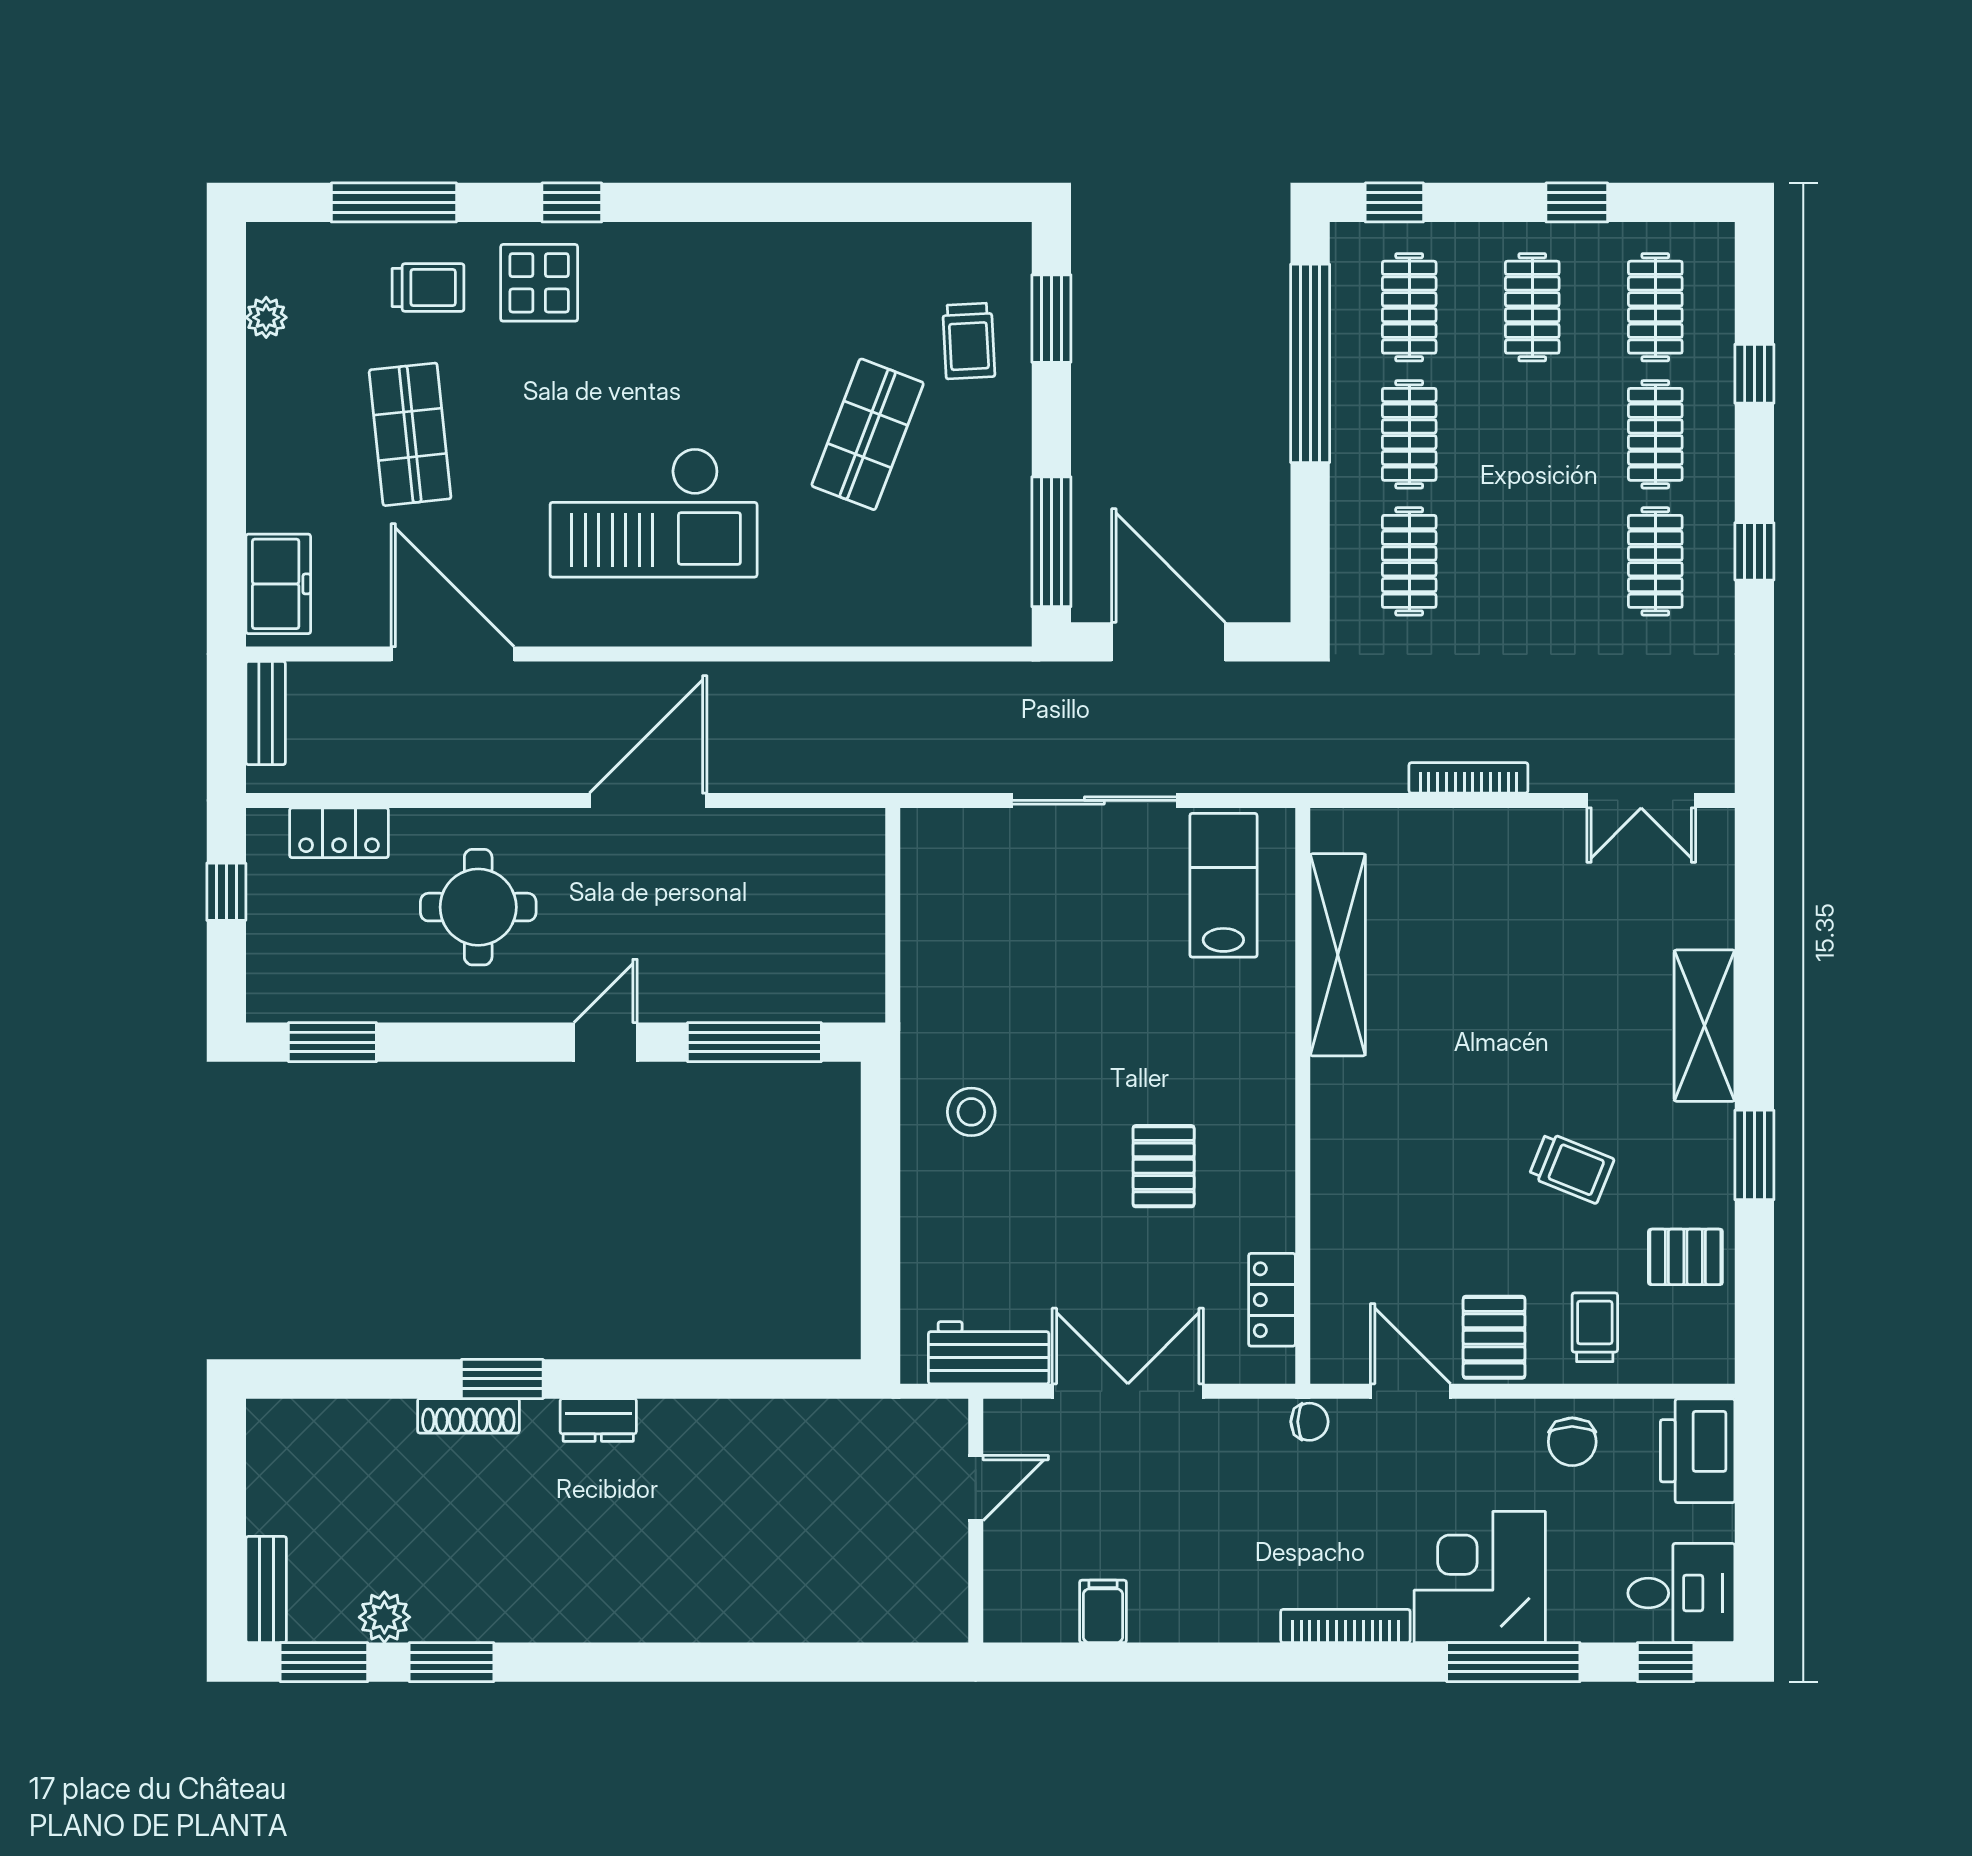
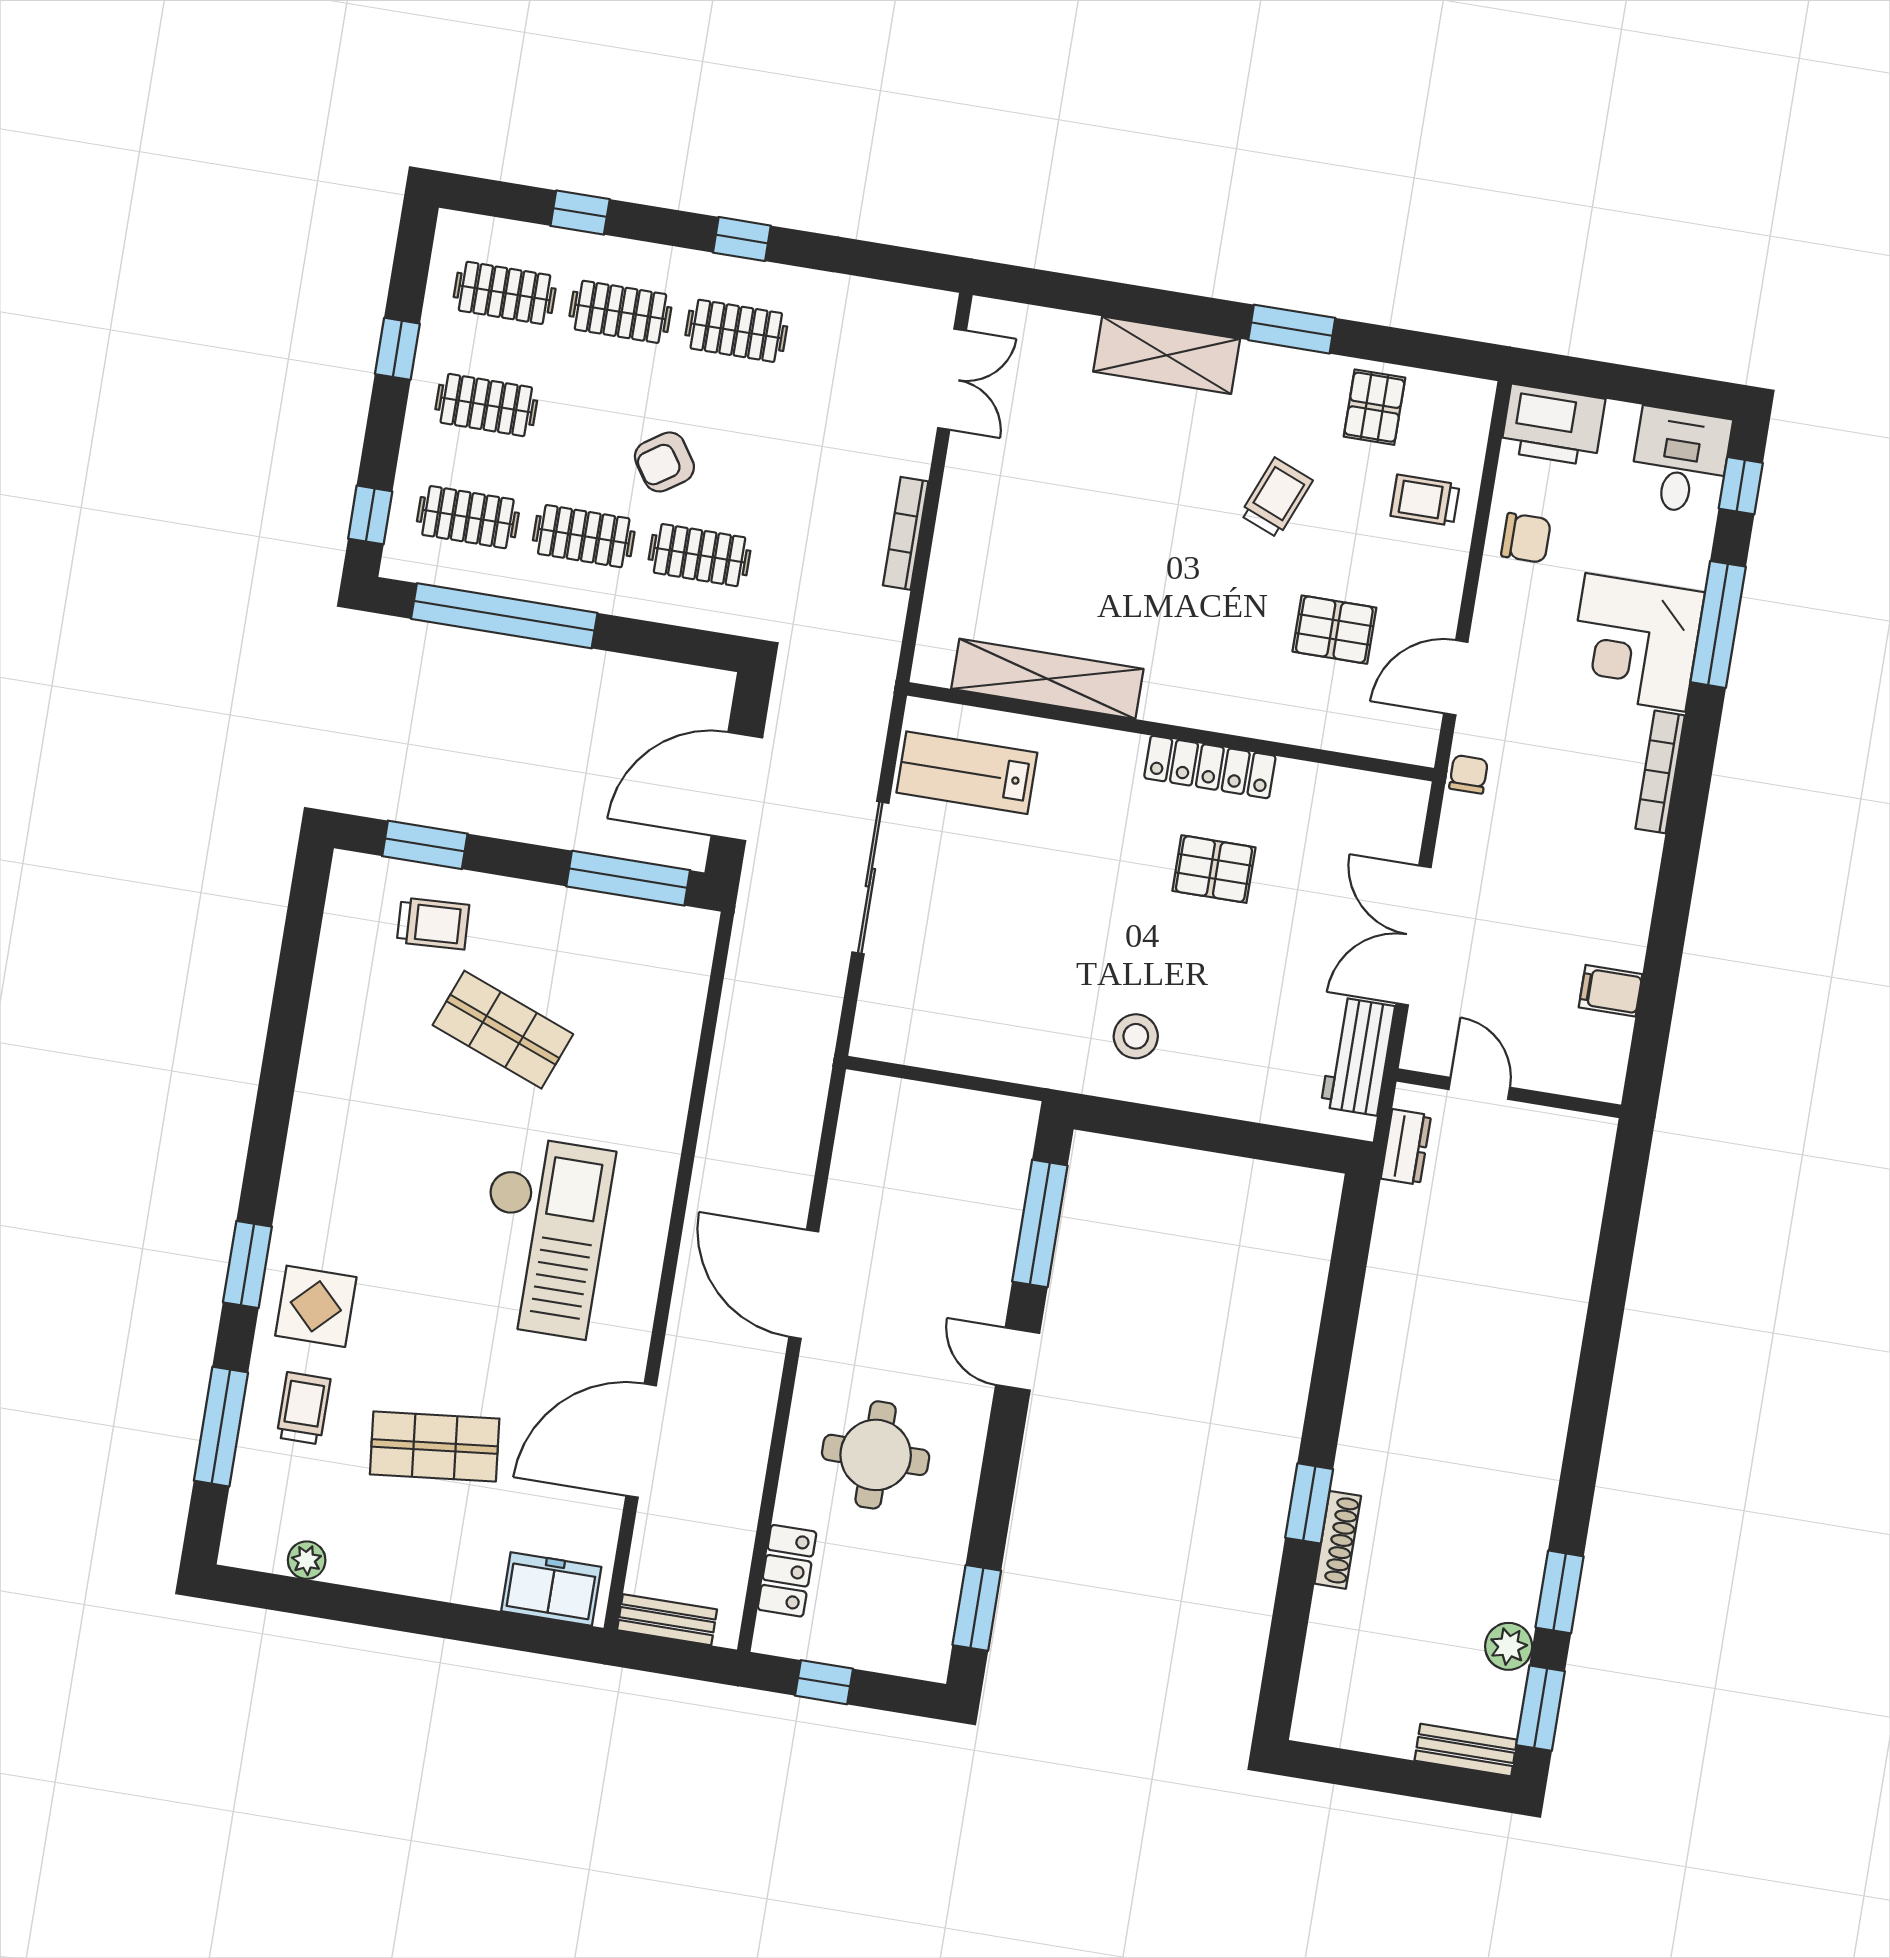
window: (572, 202) -> (247, 1265), width x1.50
armchair: (1503, 508) -> (664, 462), added
locker: (1272, 1300) -> (1210, 767), moved, width x1.53
pallet: (1494, 1337) -> (1334, 630), moved
dresser: (598, 1420) -> (1406, 1147), moved

